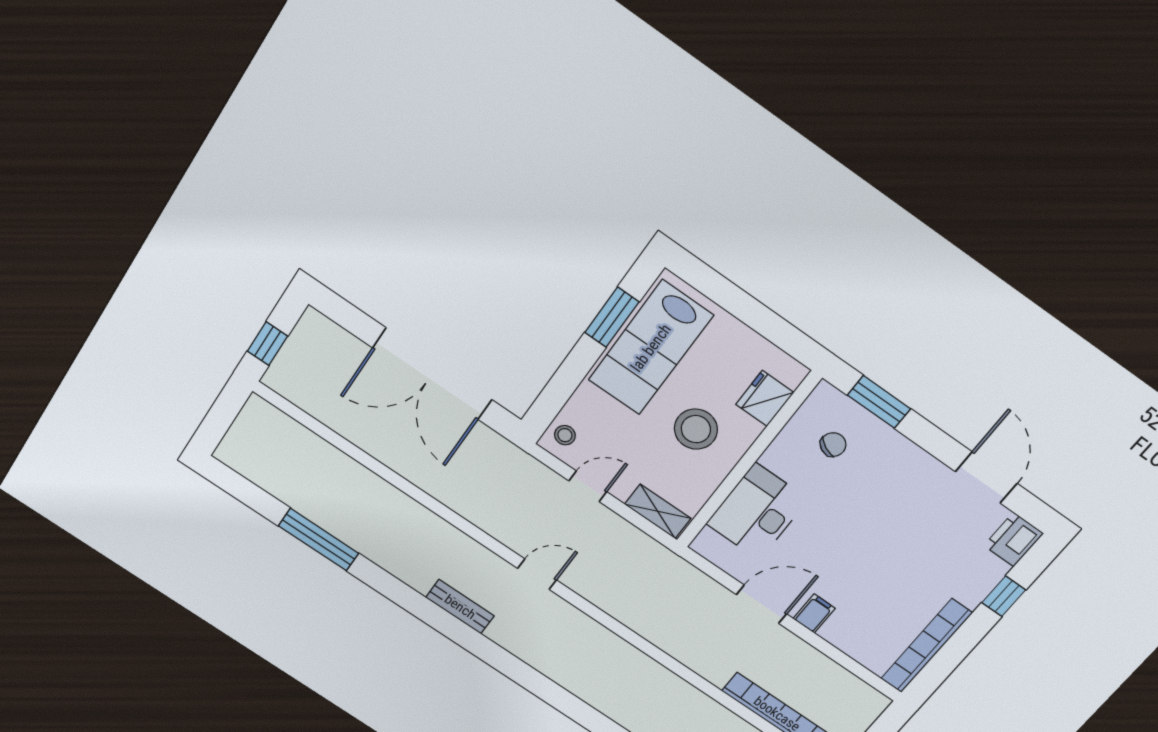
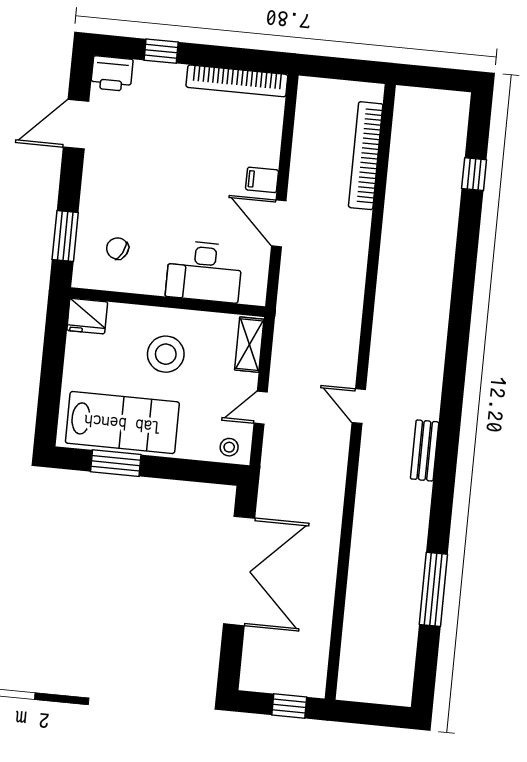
fridge: (765, 398) -> (87, 316), moved
door: (588, 486) -> (261, 408), hinge flipped

